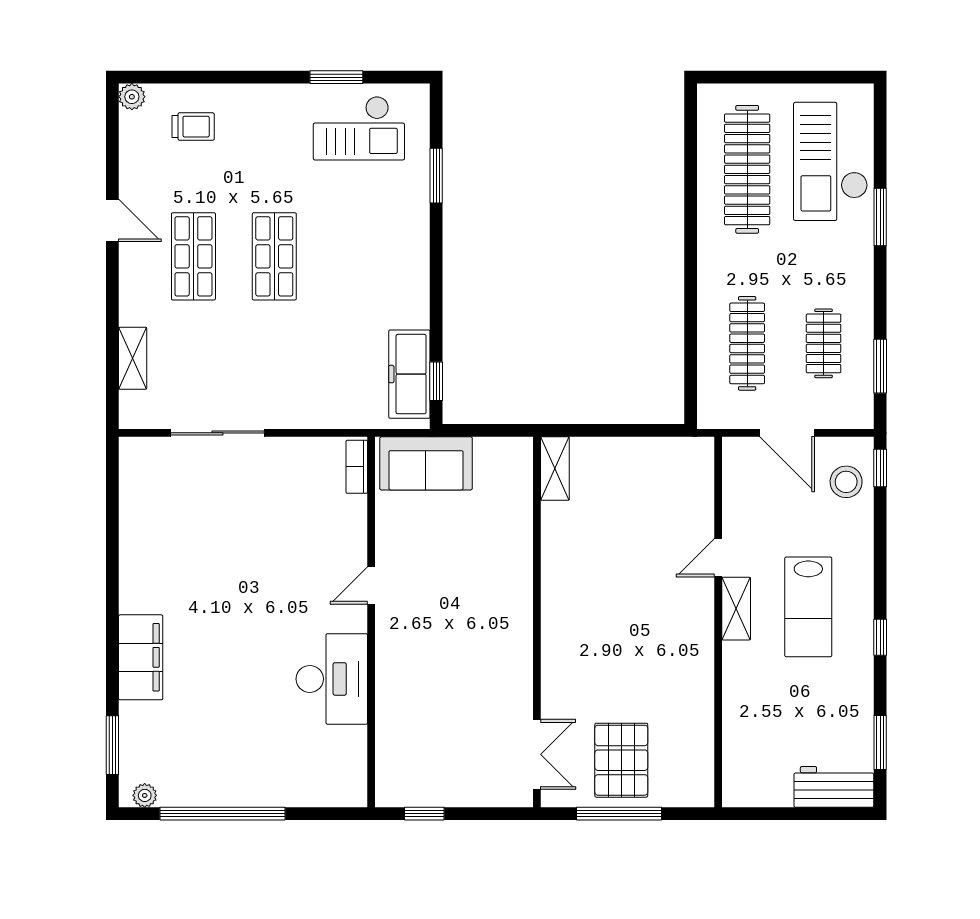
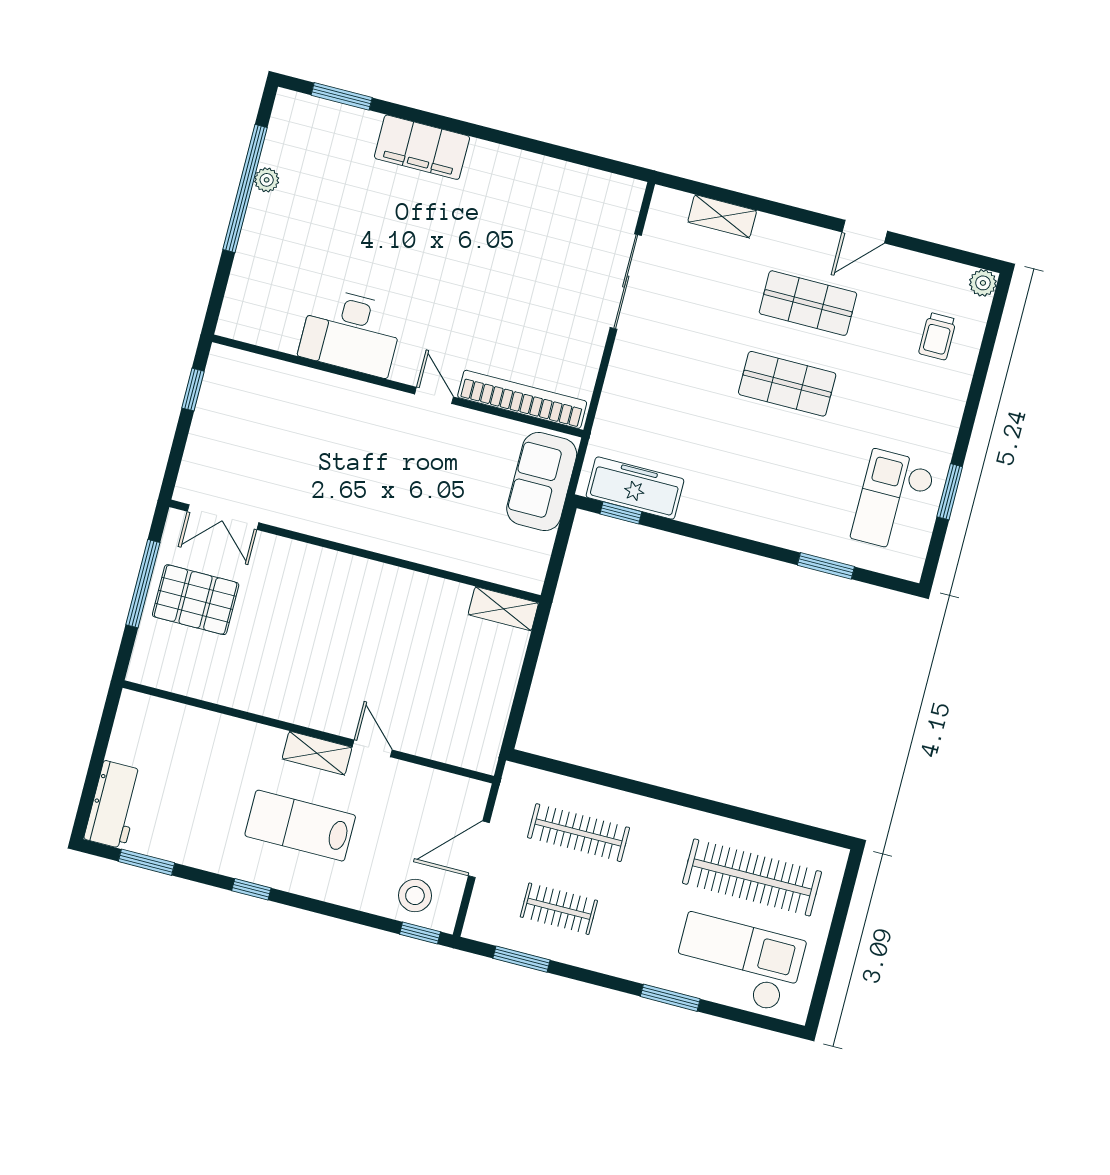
bookcase: (357, 467) -> (522, 399), width x2.31, depth x1.31
plant: (145, 795) -> (267, 180), moved

